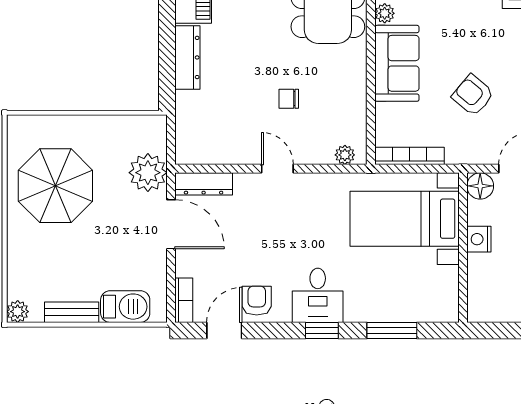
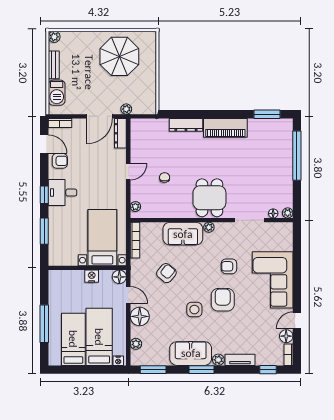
plant: (148, 173) -> (126, 109), width x0.53, depth x0.53

